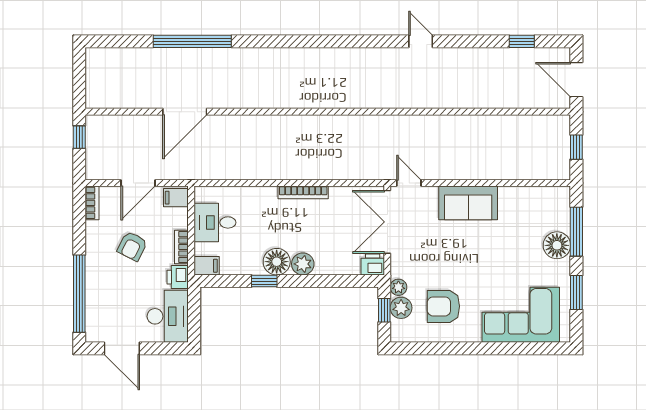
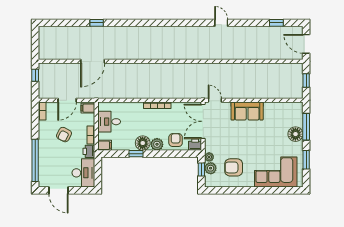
window: (192, 41) -> (97, 23), width x0.32
armchair: (337, 256) -> (176, 140), added

